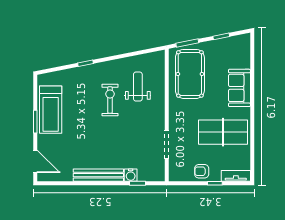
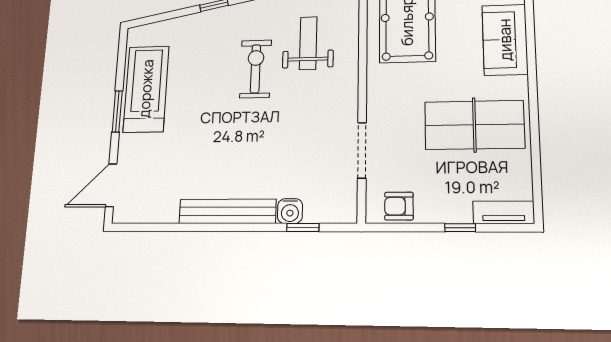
treadmill: (51, 110) -> (146, 89), turned 180
door: (35, 161) -> (111, 185), swing flipped
armchair: (202, 171) -> (399, 206), moved

